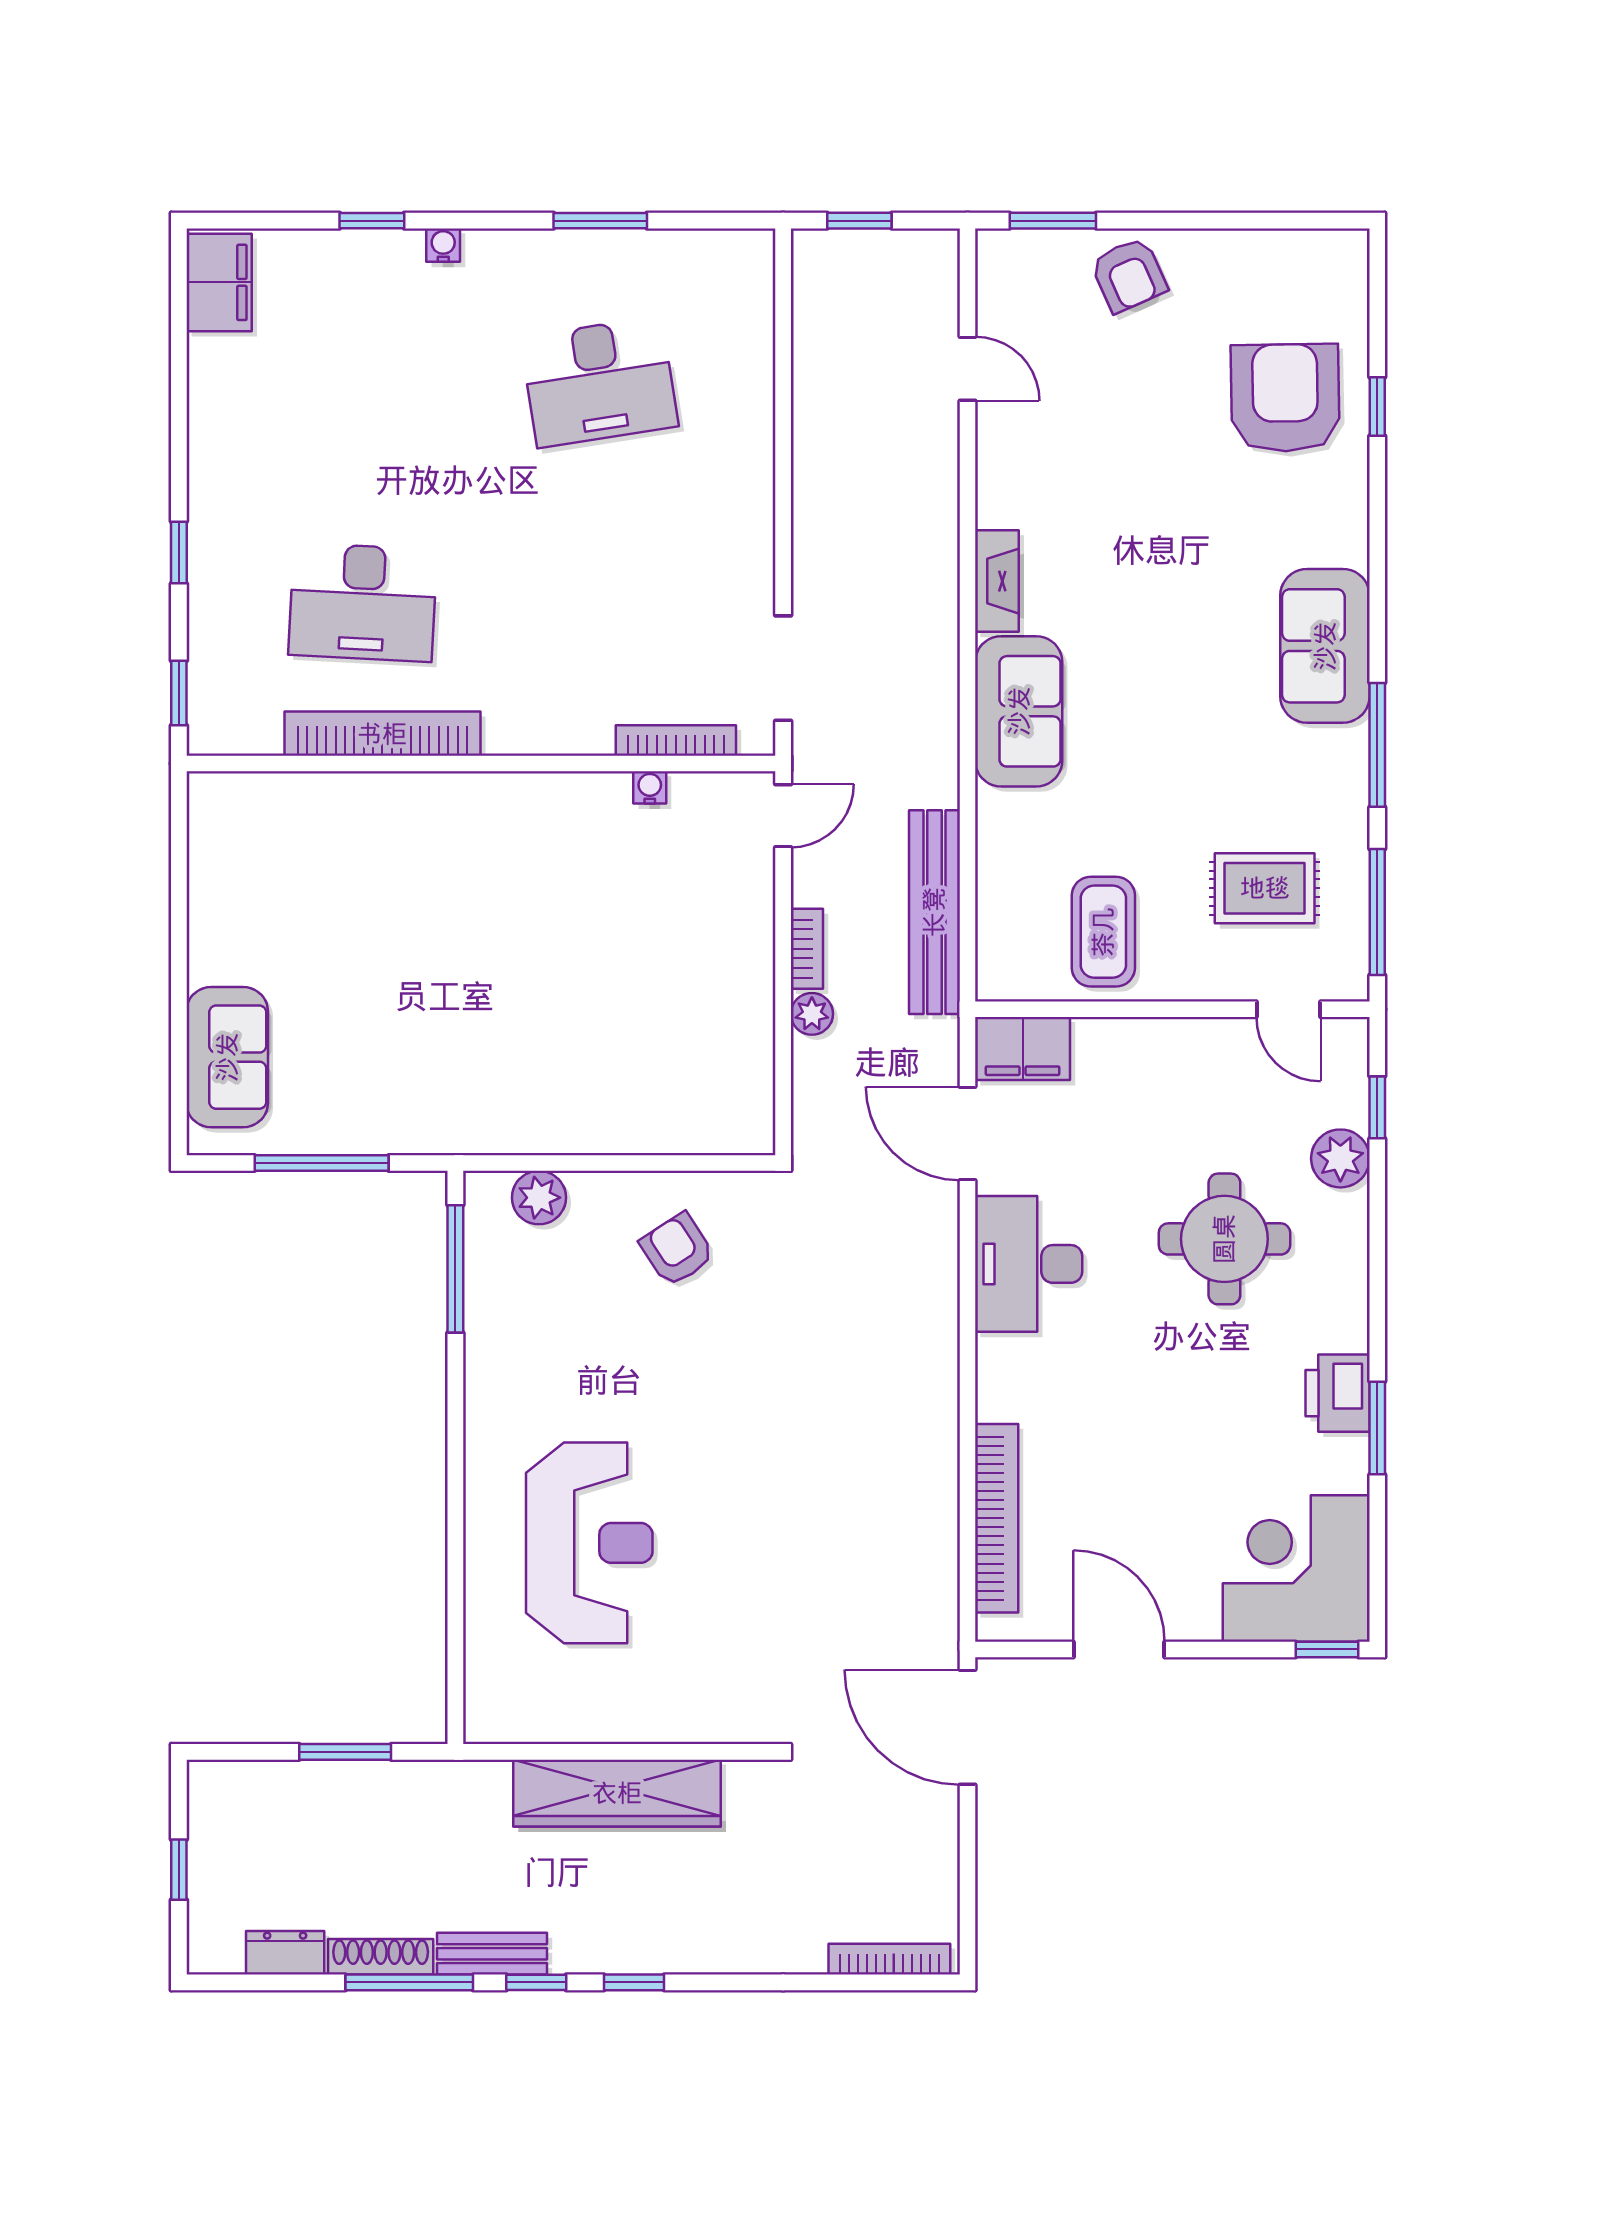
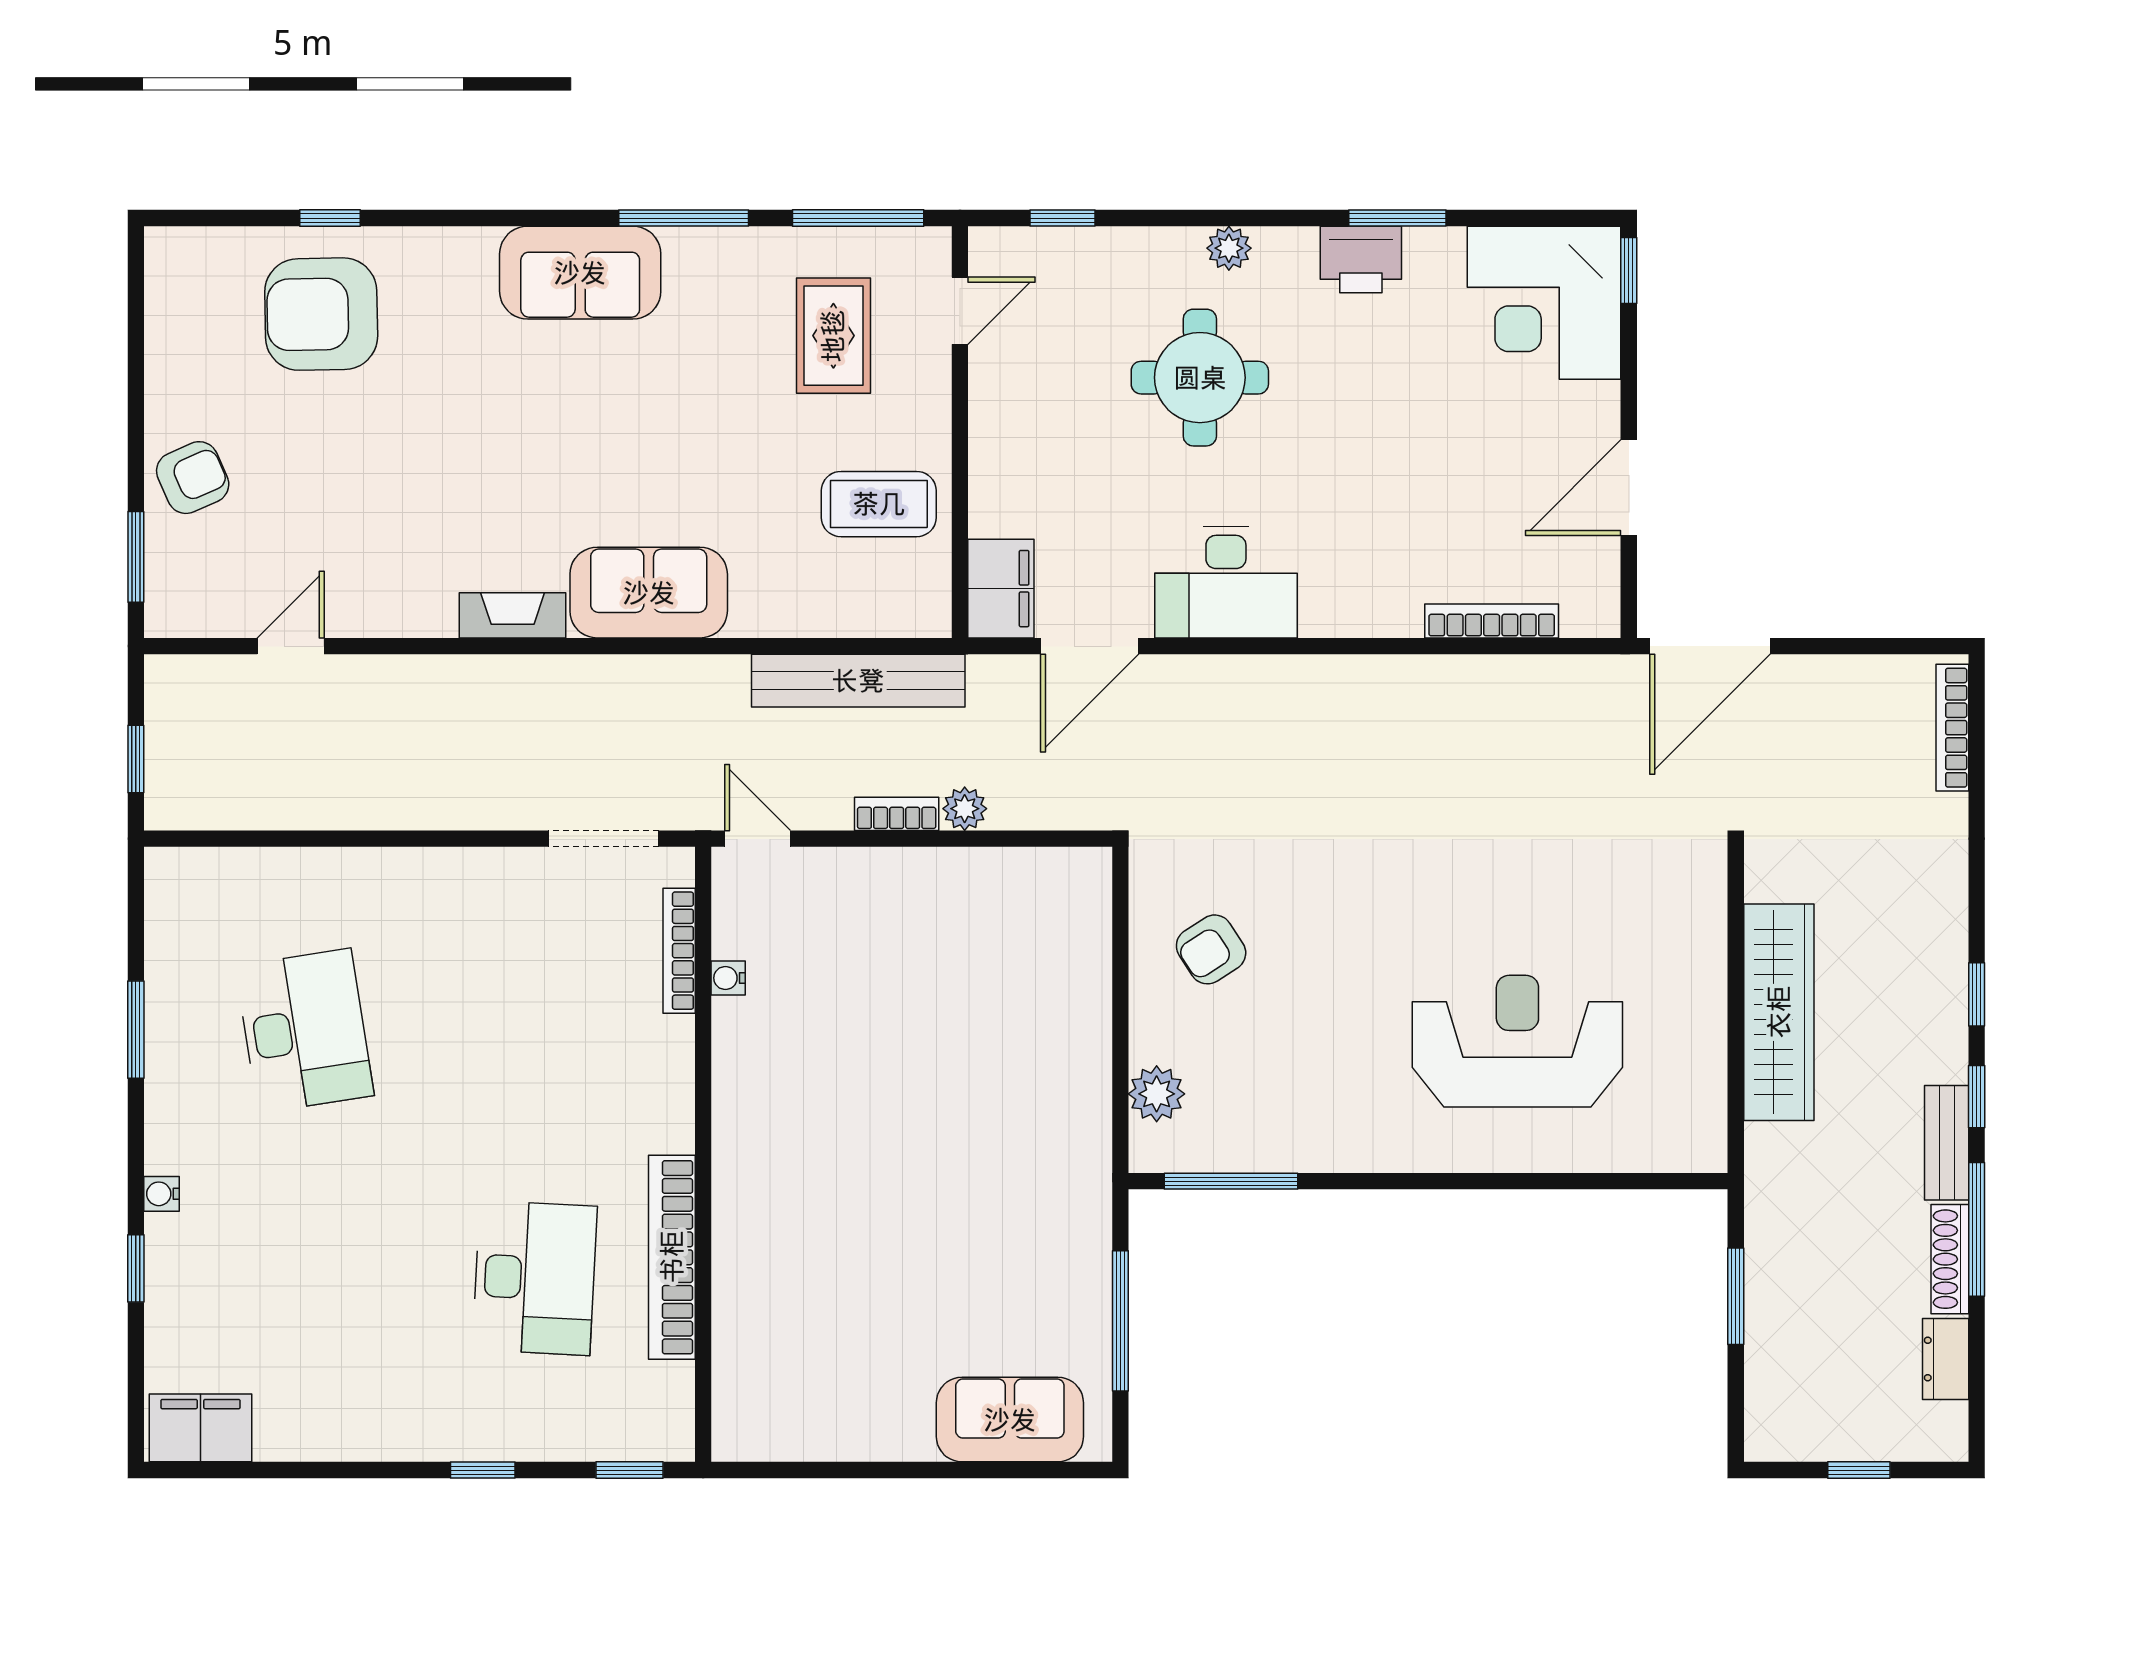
plant: (1340, 1158) -> (1229, 248), moved, width x0.73, depth x0.73
bookcase: (997, 1518) -> (1492, 621), width x0.68, depth x0.76

